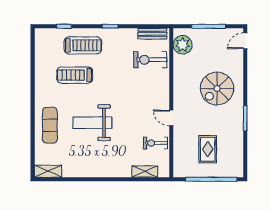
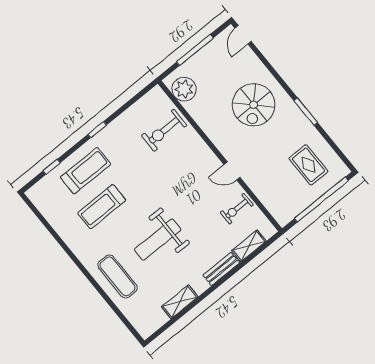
bench: (152, 34) -> (221, 269), moved
rug: (208, 149) -> (308, 165), moved
shelving: (48, 171) -> (180, 302), moved

